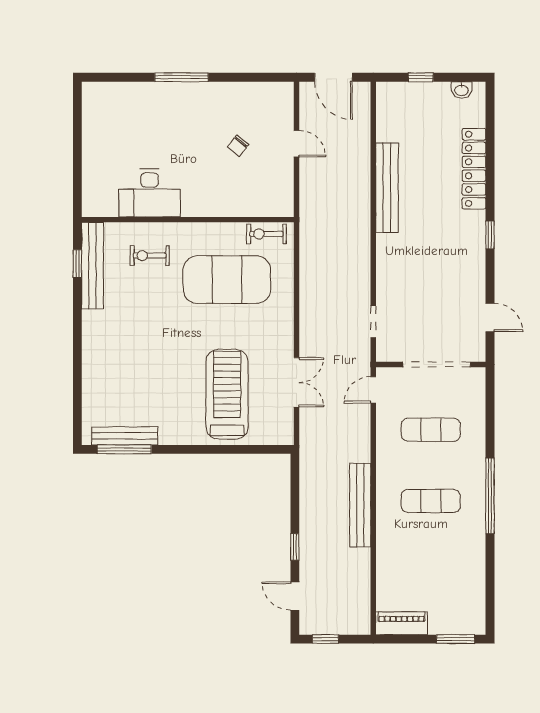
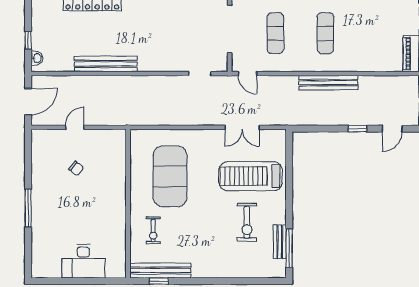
washbasin: (462, 90) -> (37, 58), moved
desk: (150, 193) -> (83, 261), moved, turned 90
exercise bike: (266, 234) -> (247, 222), moved, width x1.38, depth x1.39
double door: (296, 382) -> (242, 127), swing flipped
bench: (125, 436) -> (280, 242), width x0.73

